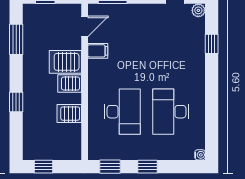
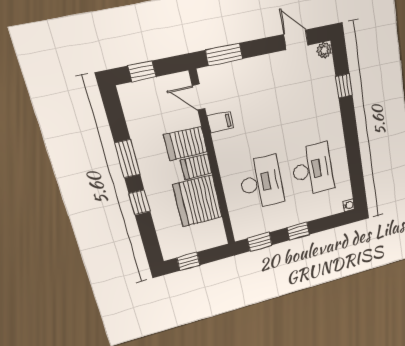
door: (85, 26) -> (199, 97), swing flipped
window: (16, 39) -> (127, 159), moved
desk: (171, 112) -> (312, 169), turned 180
server rack: (69, 114) -> (198, 201), width x2.18, depth x1.44

